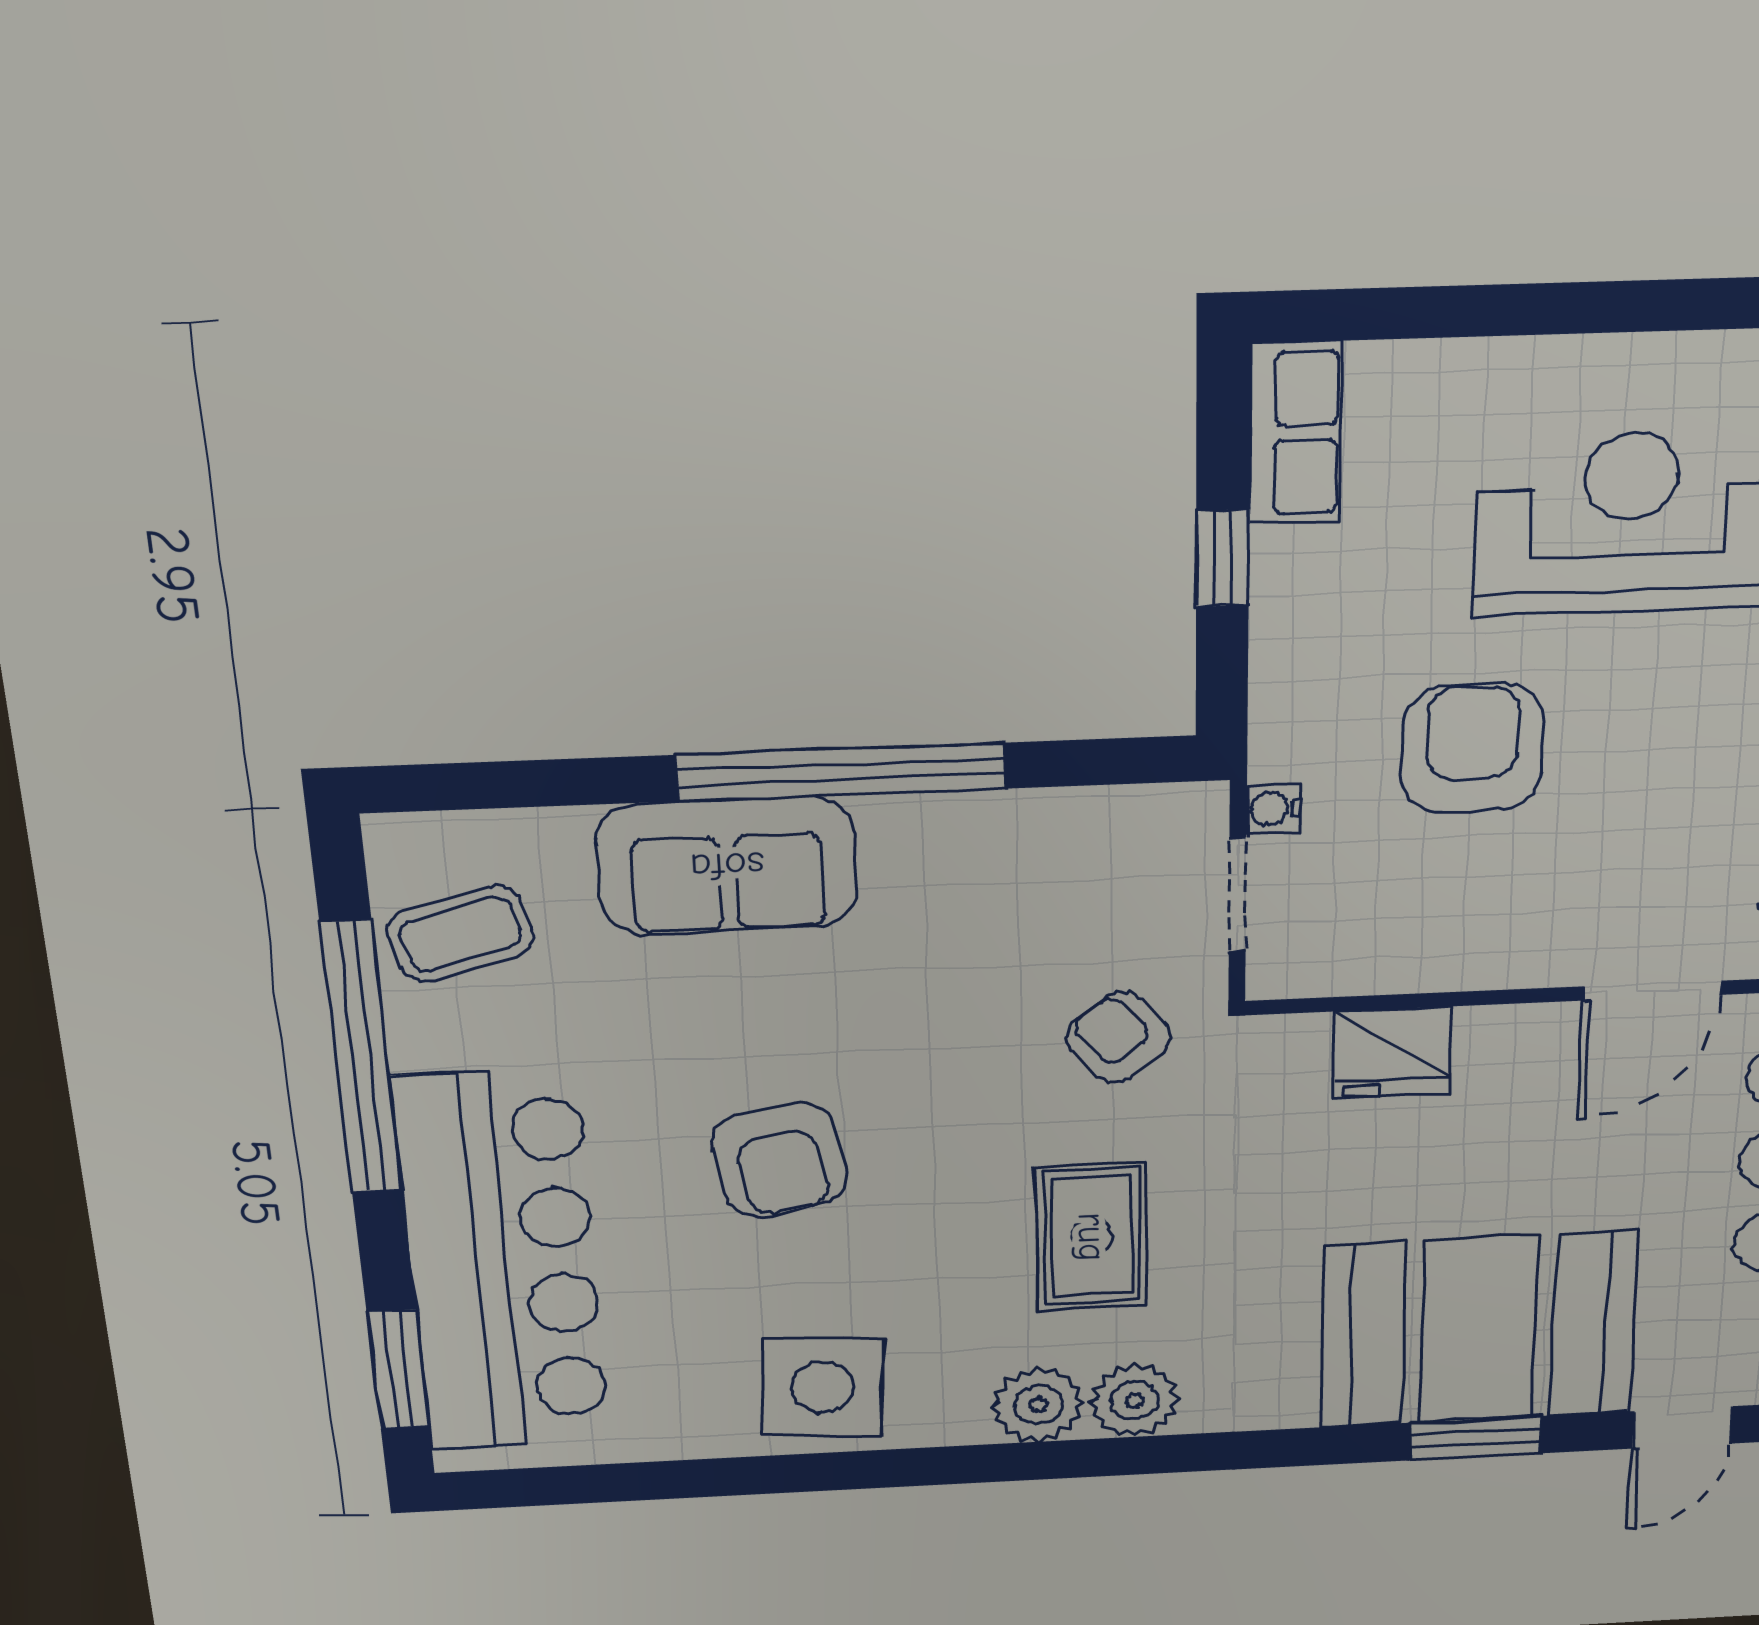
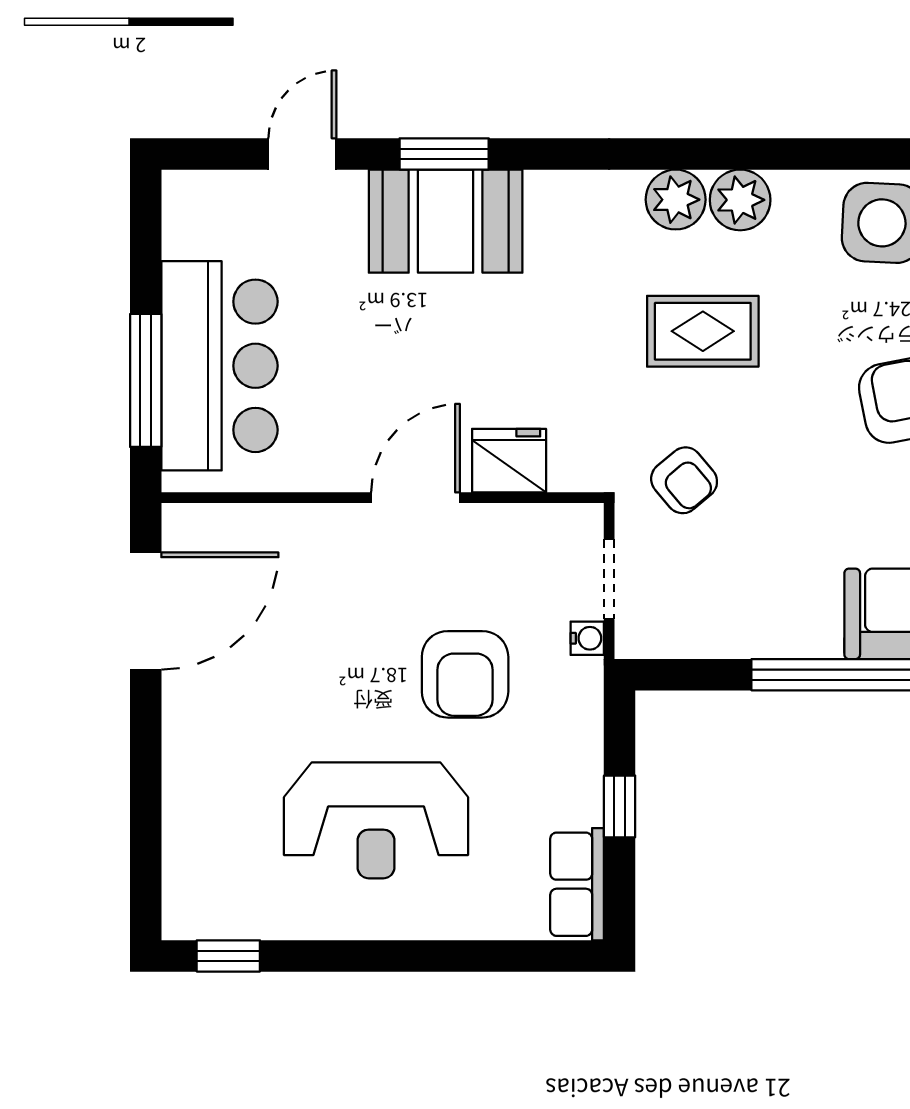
door: (1652, 991) -> (416, 498), moved
rug: (1092, 1237) -> (703, 331), turned 90
booth: (1479, 1330) -> (446, 221), width x0.73, depth x0.70

